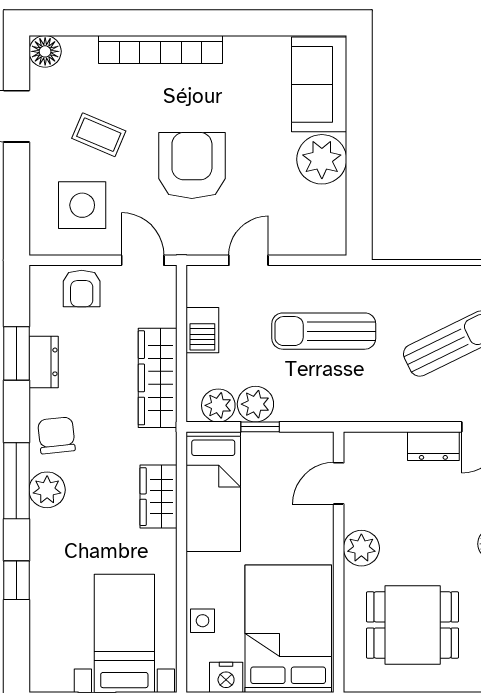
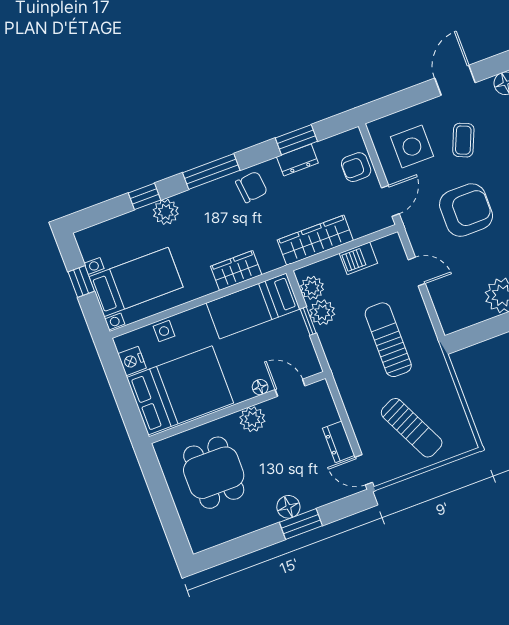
plant: (47, 490) -> (166, 212), moved
floor lamp: (323, 522) -> (260, 387), added

